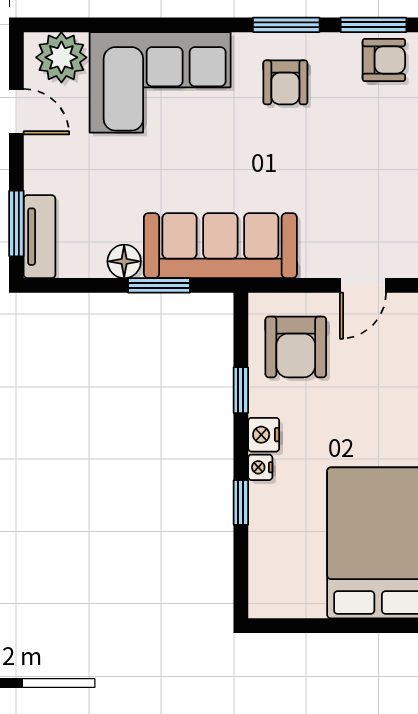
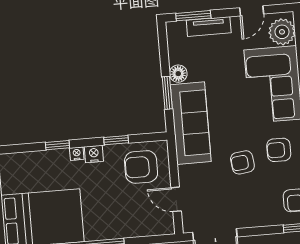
armchair: (303, 153) -> (242, 162), added
tv unit: (40, 237) -> (209, 27), moved

